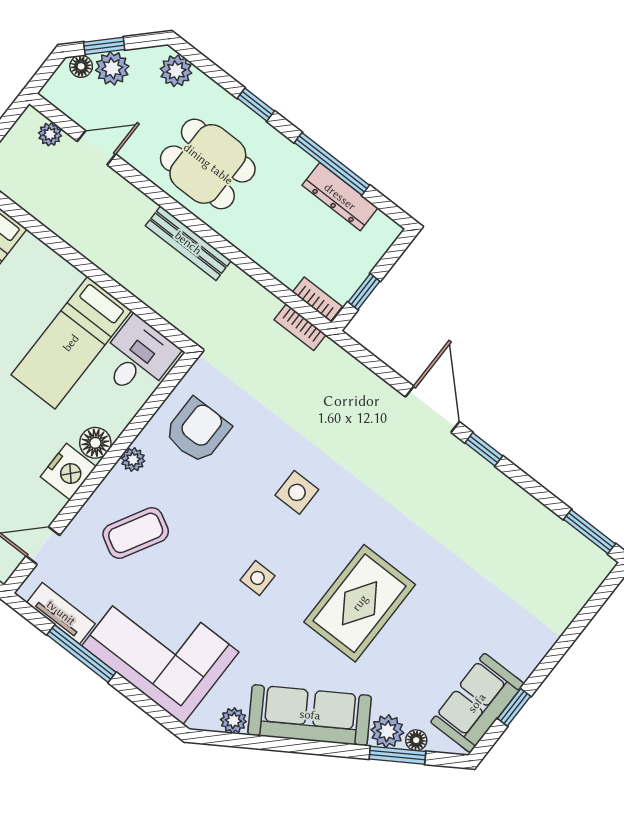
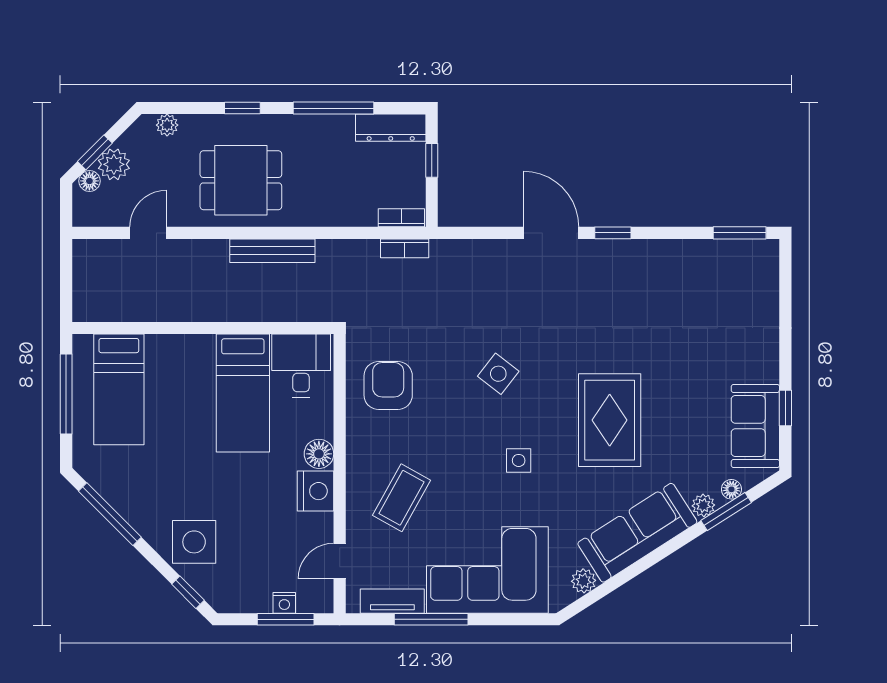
plant: (176, 71) -> (167, 125), width x0.73, depth x0.73
plant: (50, 134) -> (106, 250), removed
dresser: (340, 197) -> (391, 128), moved
window: (364, 292) -> (432, 160), moved
plant: (133, 460) -> (357, 444), removed
side table: (297, 492) -> (498, 374), turned 38
plant: (387, 731) -> (703, 505), width x0.73, depth x0.73

